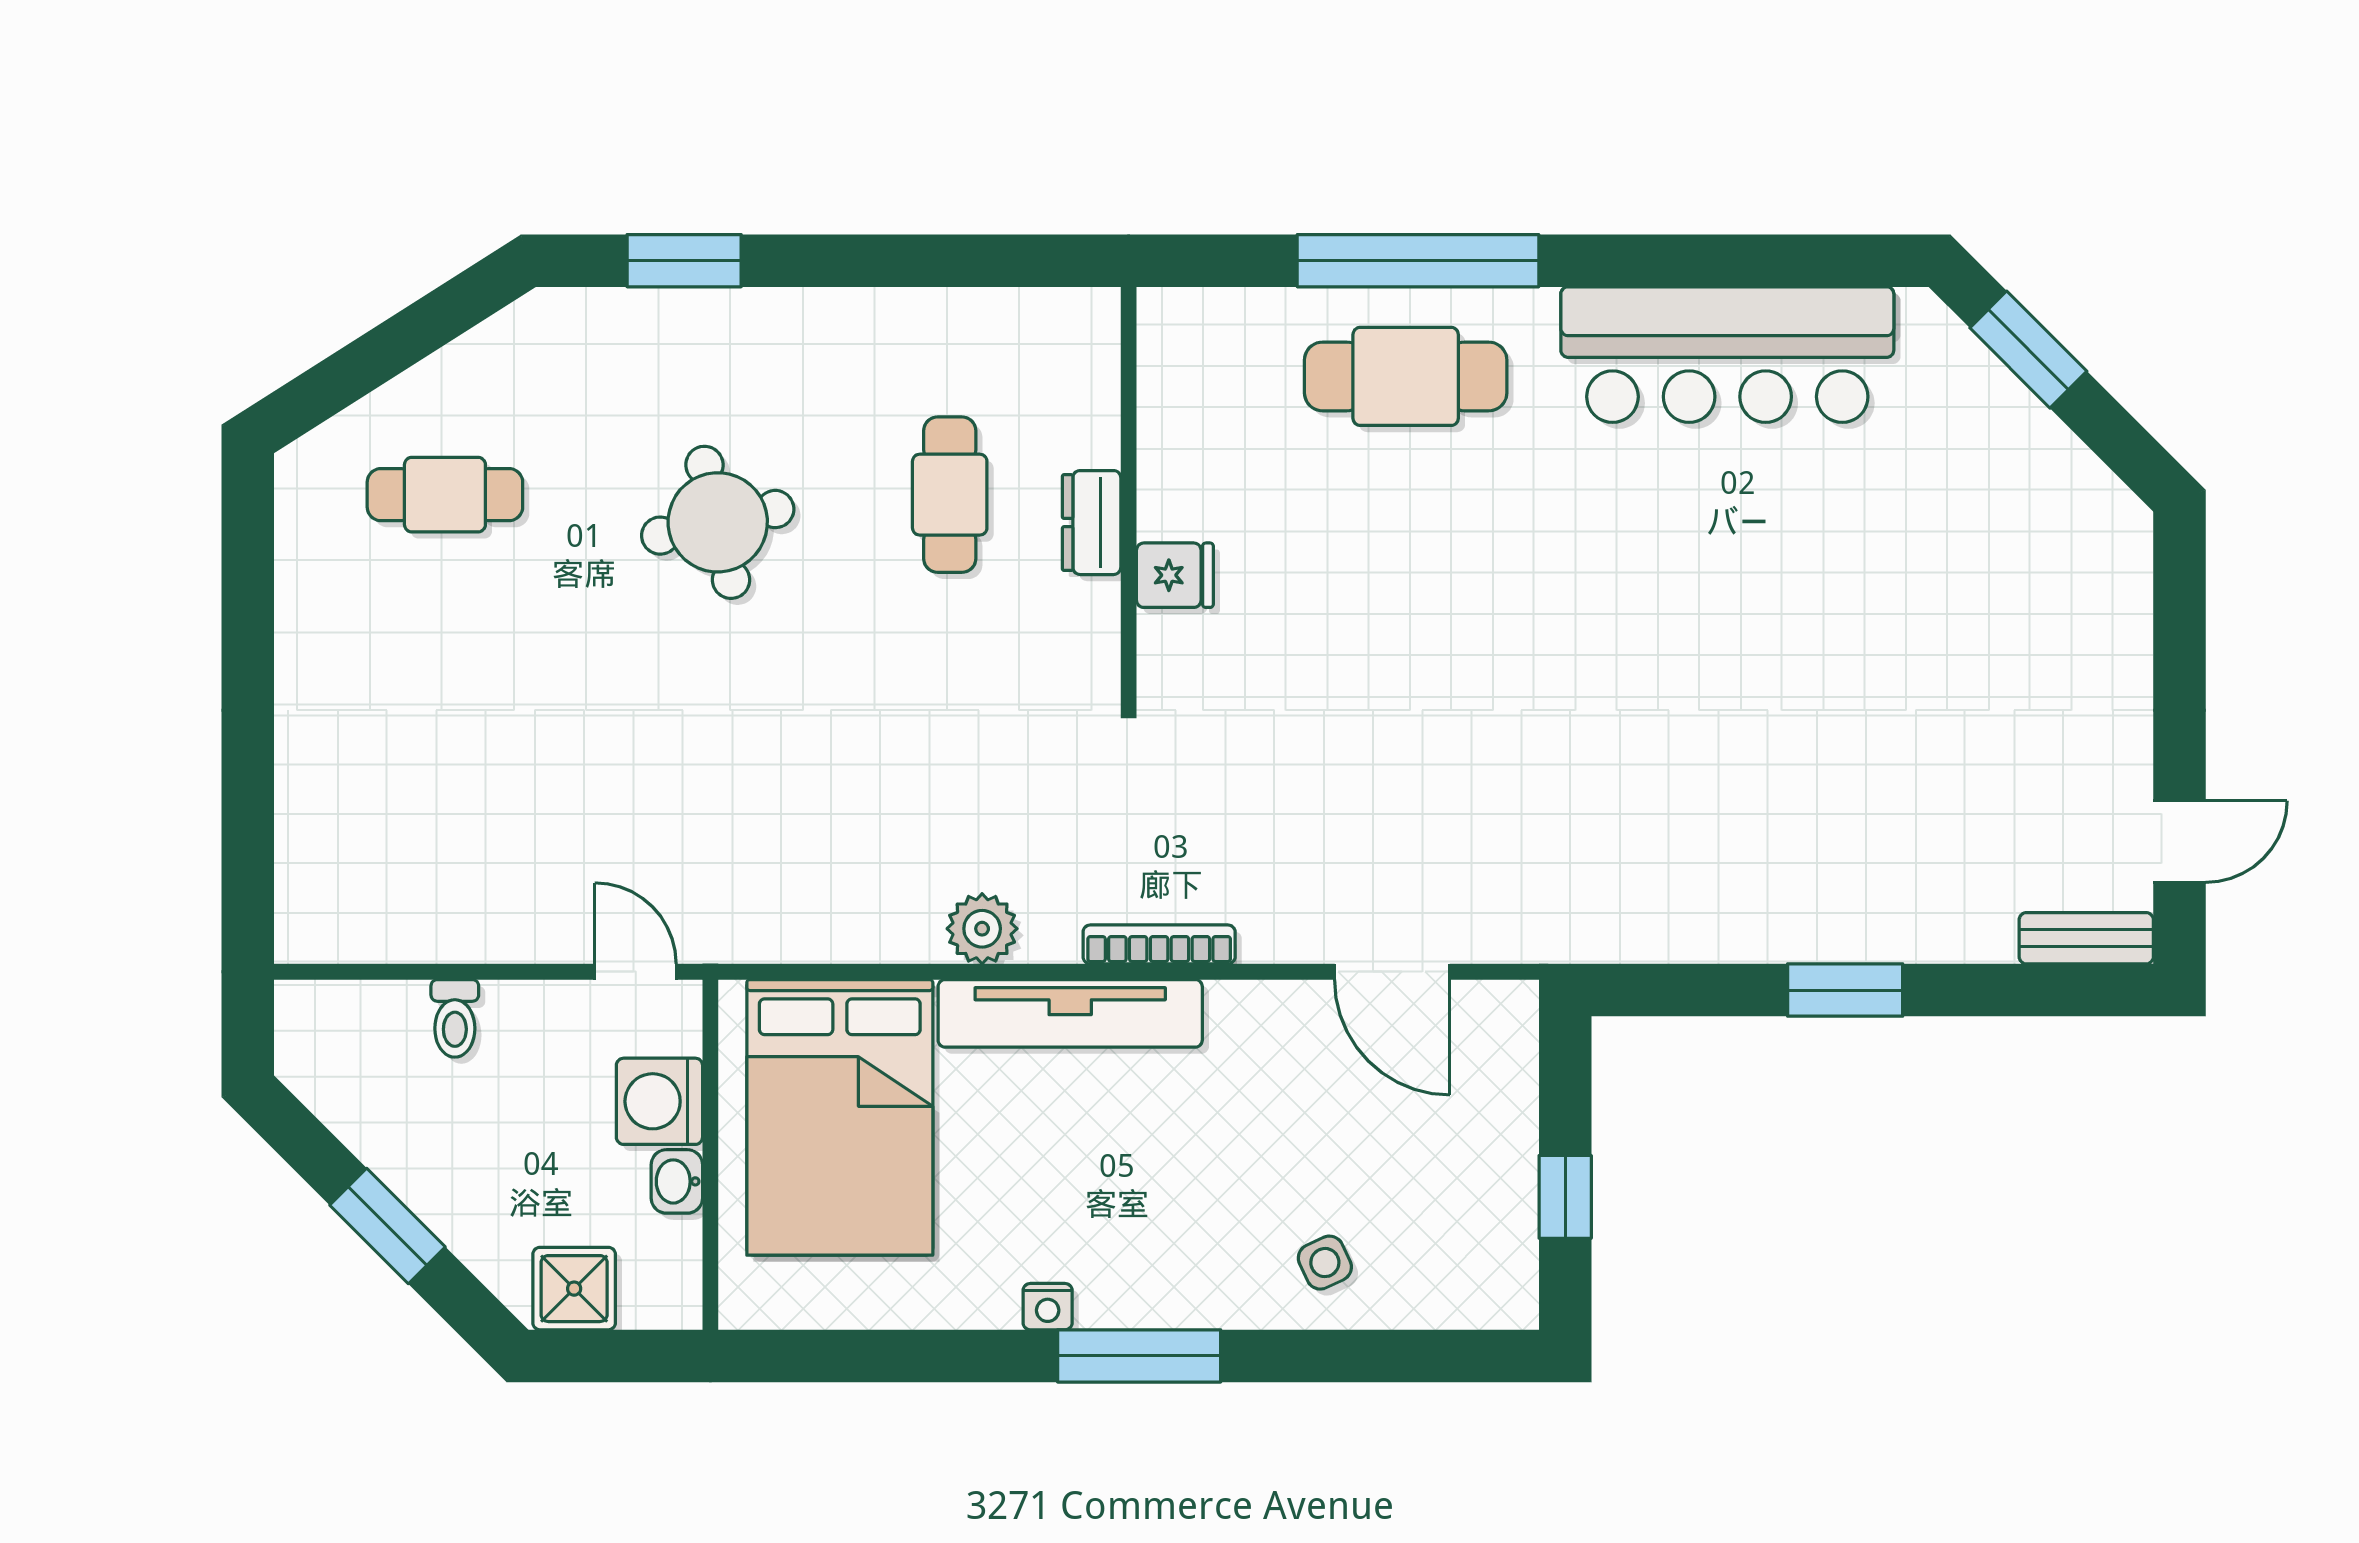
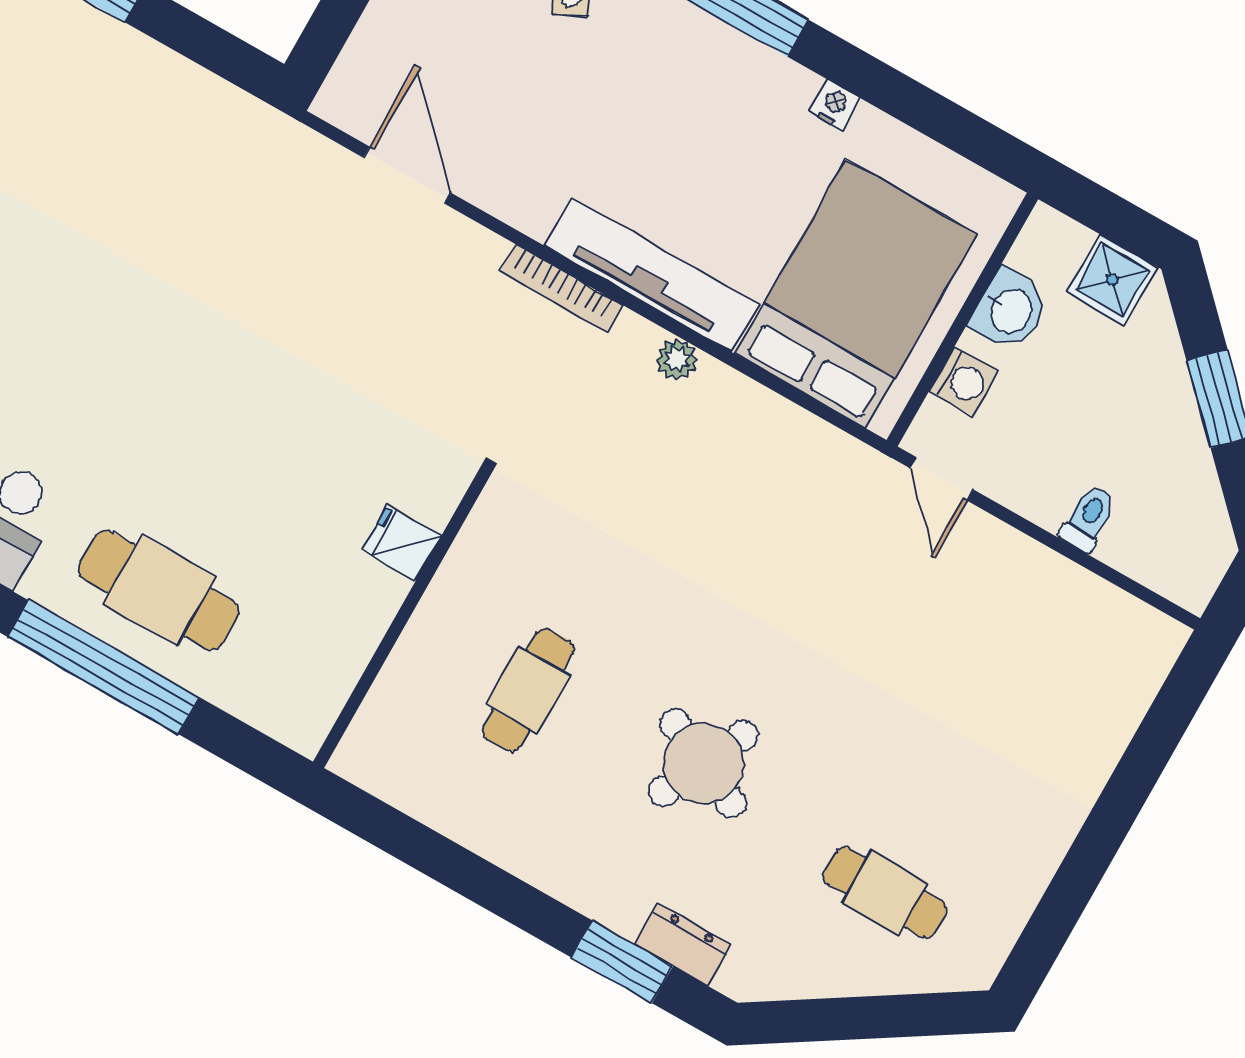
round table: (718, 522) -> (703, 763), turned 38
dresser: (1092, 523) -> (683, 944), moved, turned -90
plant: (982, 929) -> (677, 360), width x0.73, depth x0.73
washing machine: (659, 1101) -> (964, 381), width x0.73, depth x0.73
washbasin: (677, 1181) -> (1010, 310), width x1.38, depth x1.45
nightstand: (1048, 1307) -> (834, 105), moved

